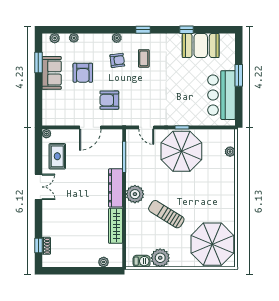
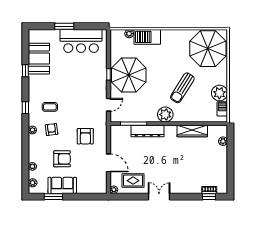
door: (90, 127) -> (109, 163), moved
barbecue: (226, 173) -> (147, 37), added
dresser: (115, 188) -> (148, 131), moved

